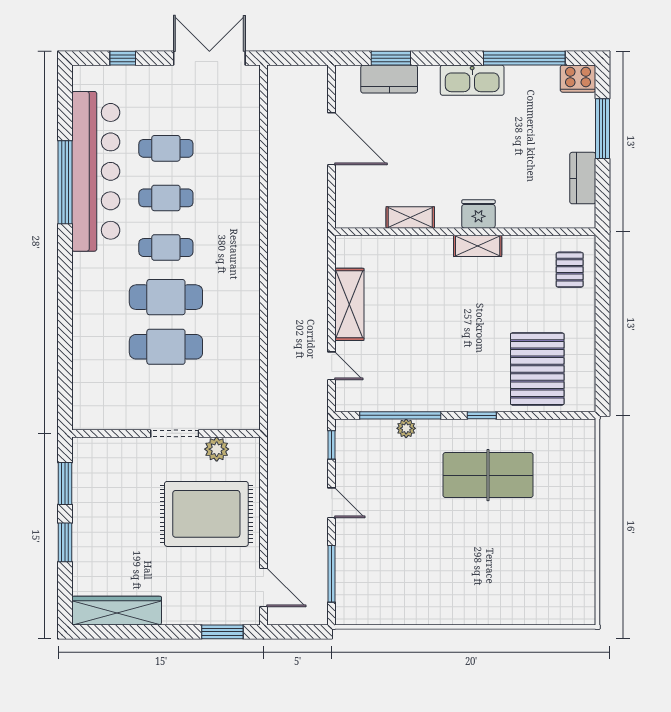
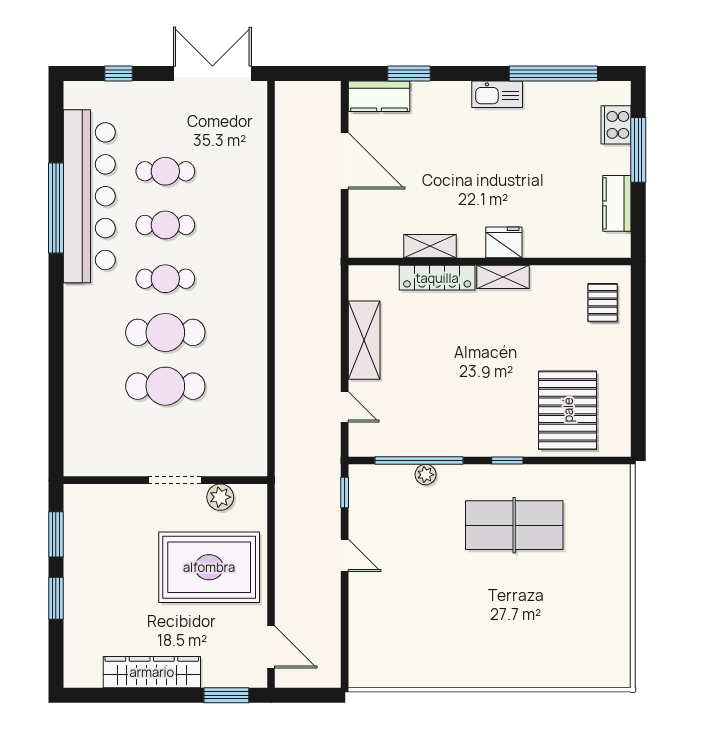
kitchen counter: (389, 79) -> (379, 96), moved
cooker: (578, 79) -> (616, 125), moved, turned 90
kitchen sink: (472, 80) -> (497, 94), width x0.73, depth x0.81
locker: (417, 247) -> (437, 278), added
window: (332, 574) -> (345, 632), removed
wardrobe: (117, 611) -> (152, 672), moved

